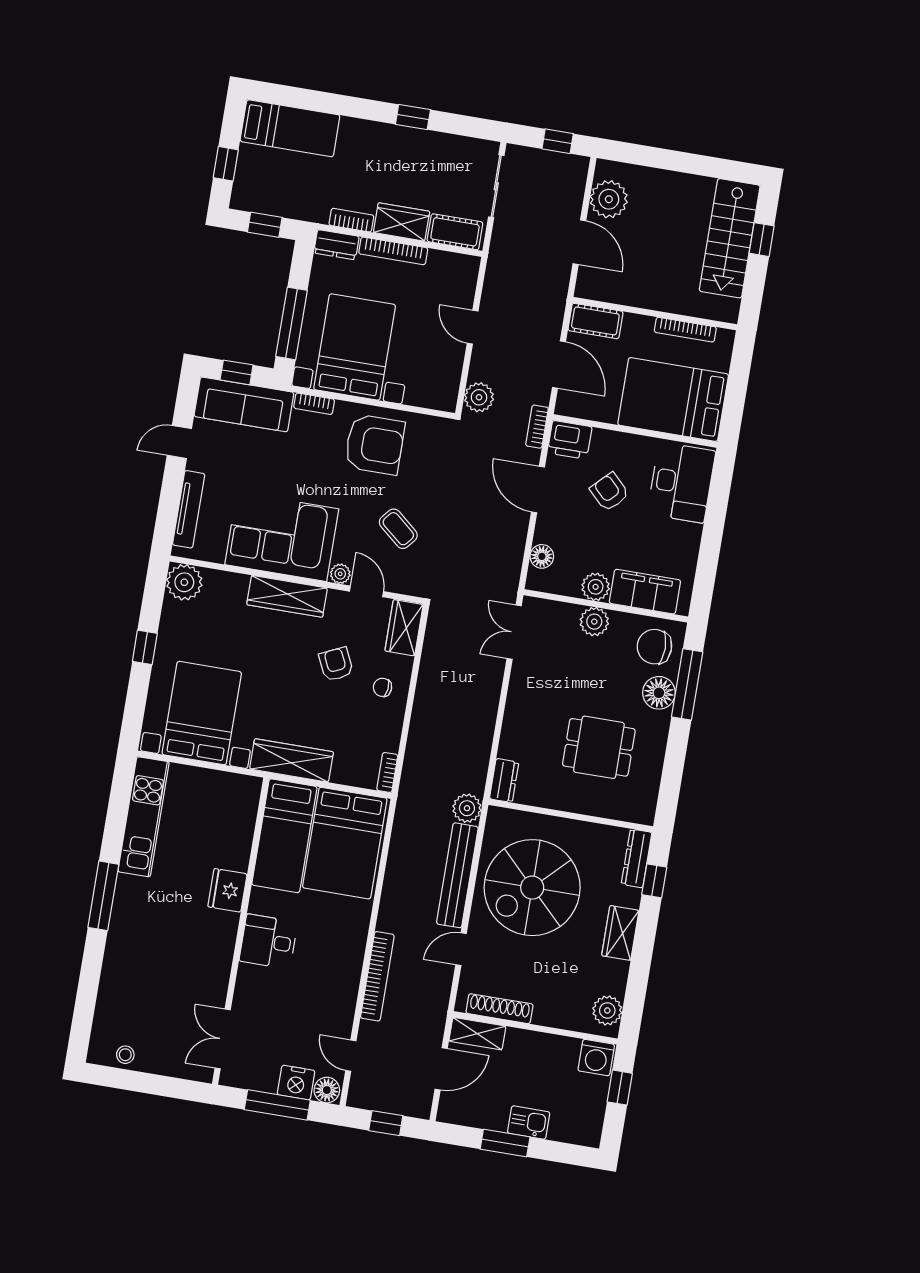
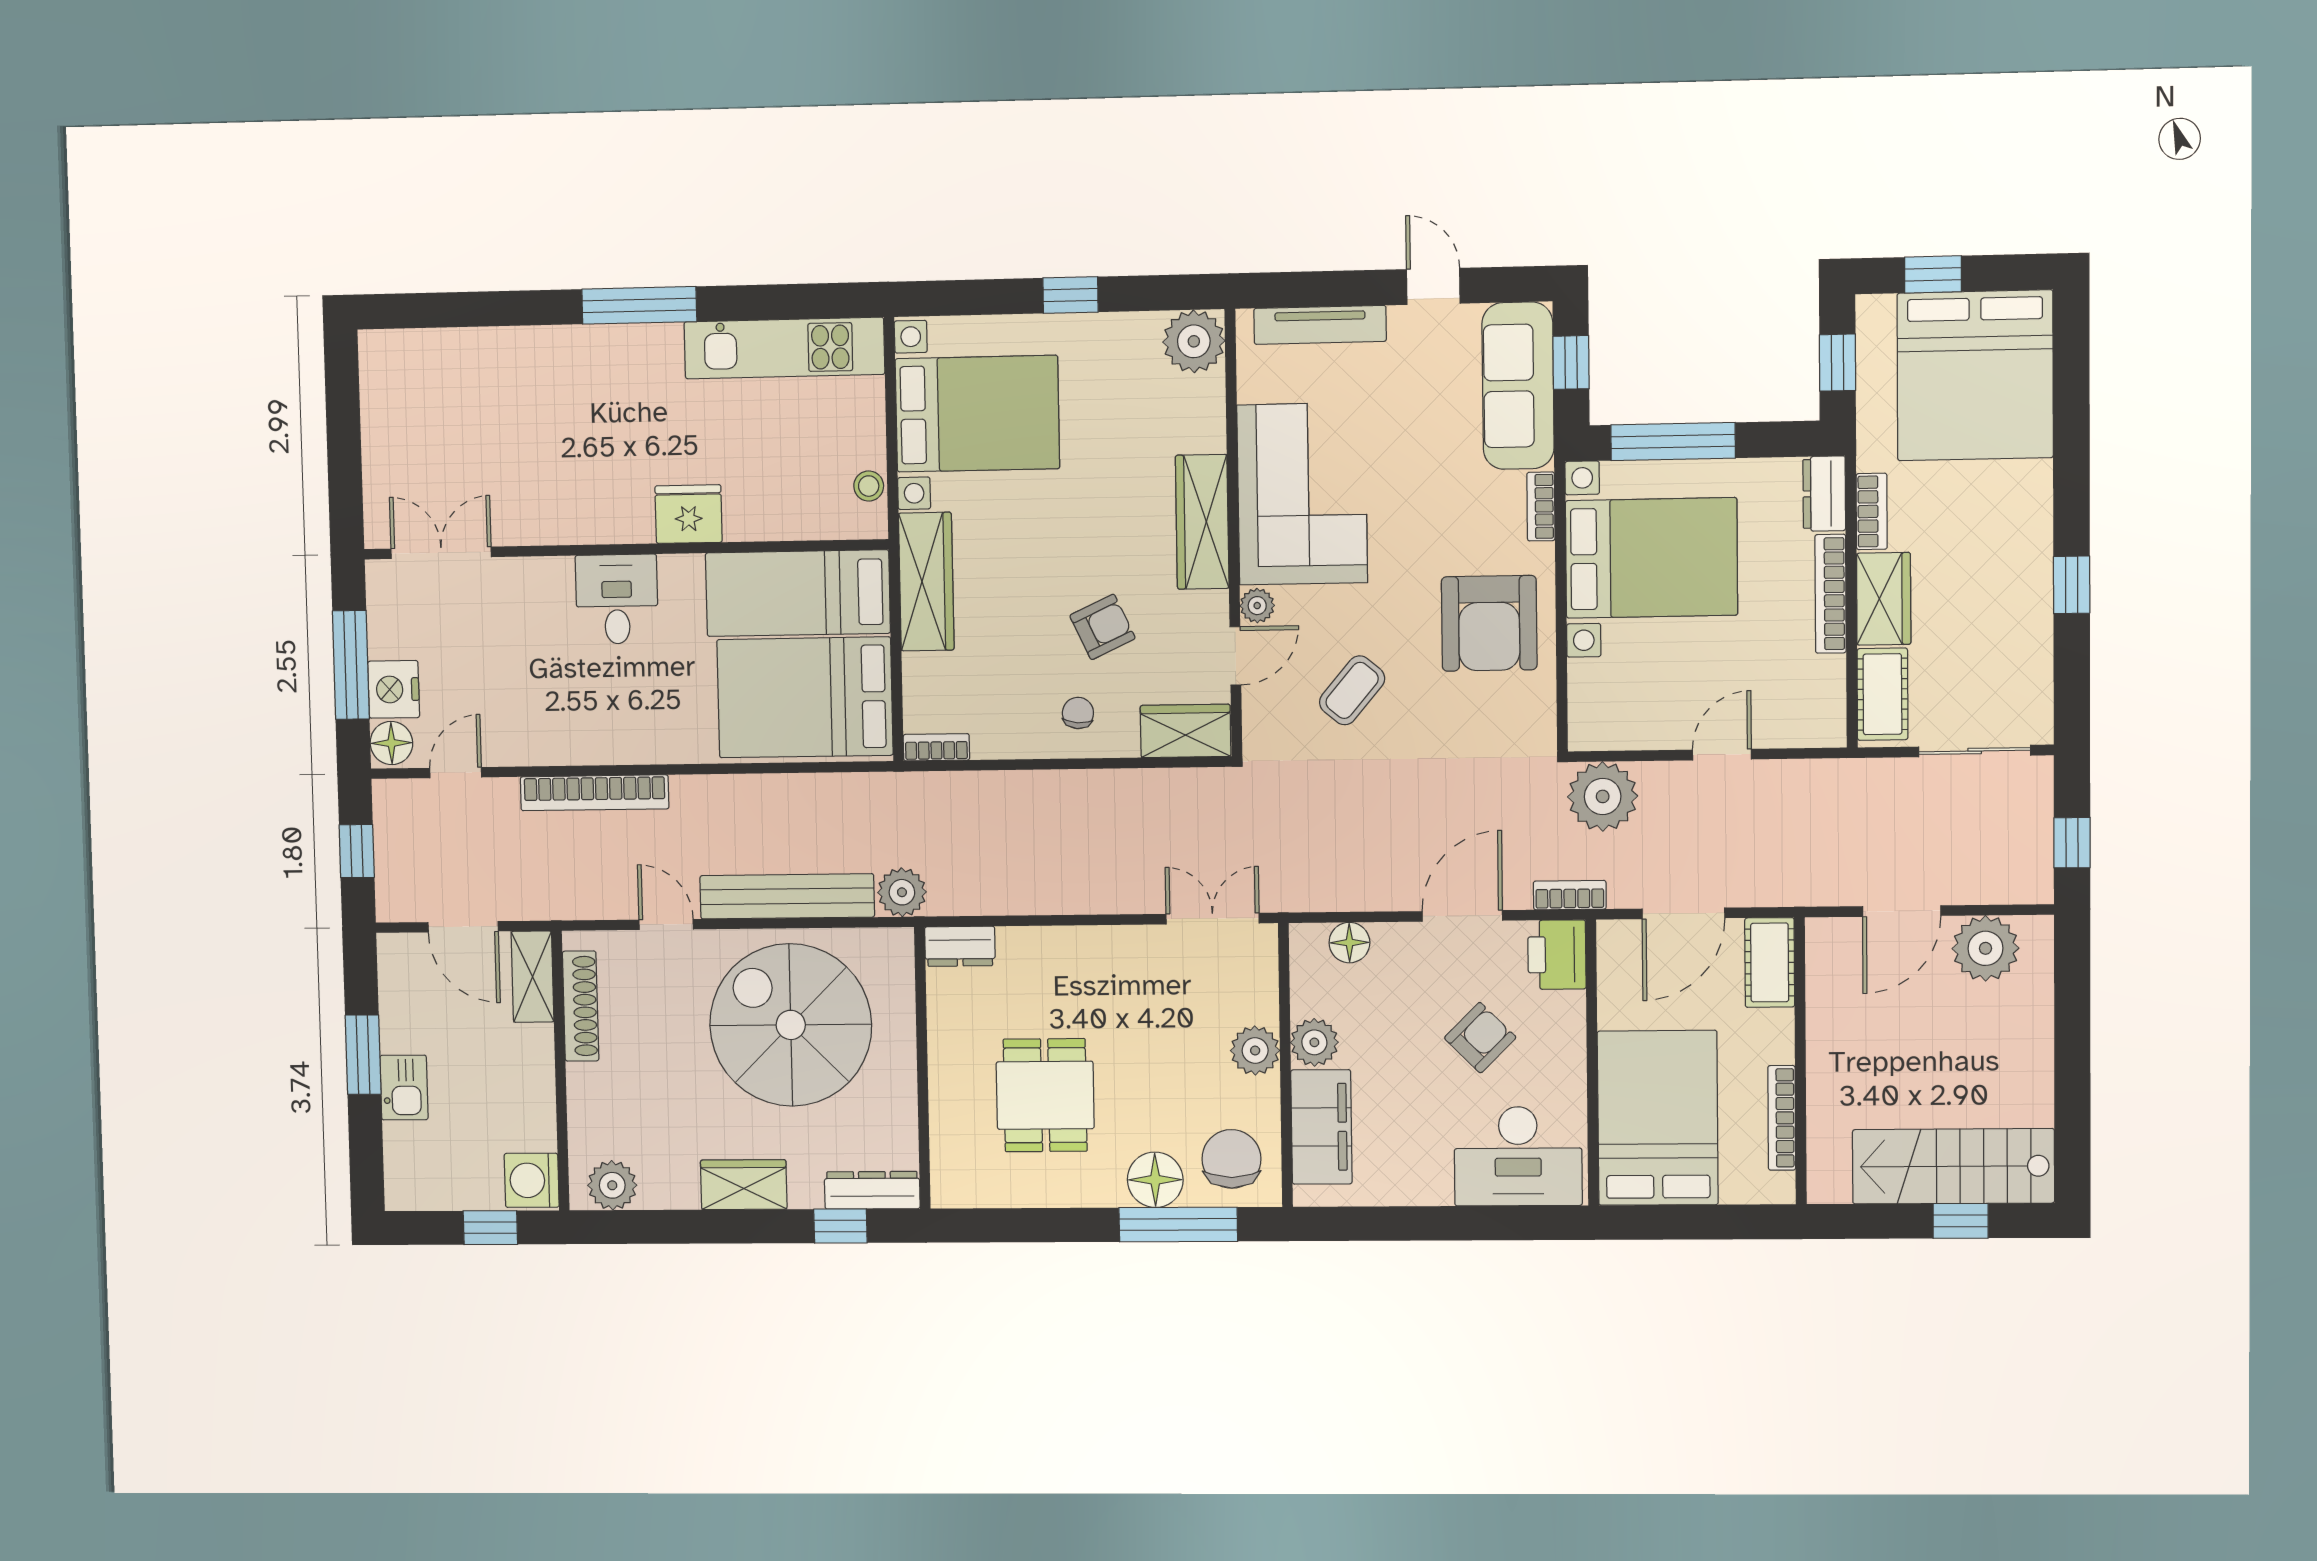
bed: (290, 128) -> (1975, 375), width x2.04
plant: (479, 397) -> (1603, 796), width x1.36, depth x1.36
stool: (125, 1055) -> (869, 486), moved

